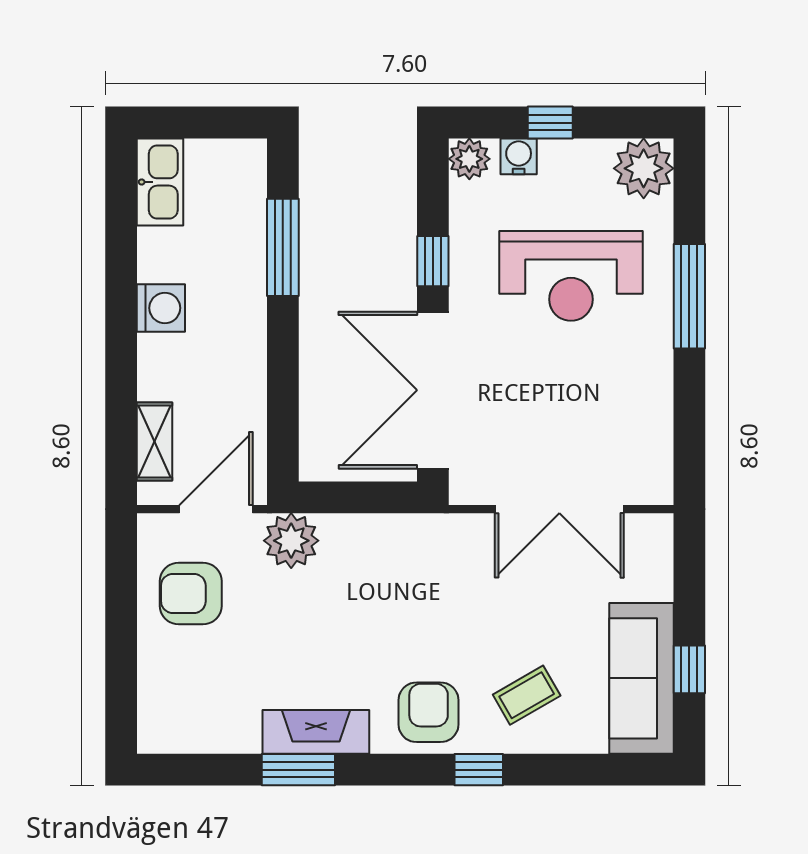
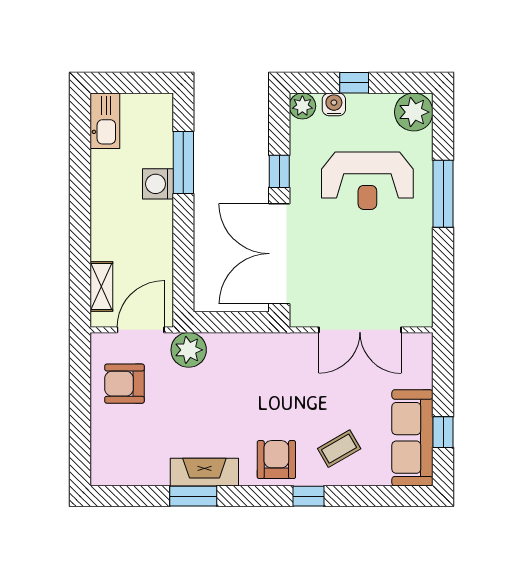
washing machine: (161, 308) -> (158, 184), moved, turned 180

